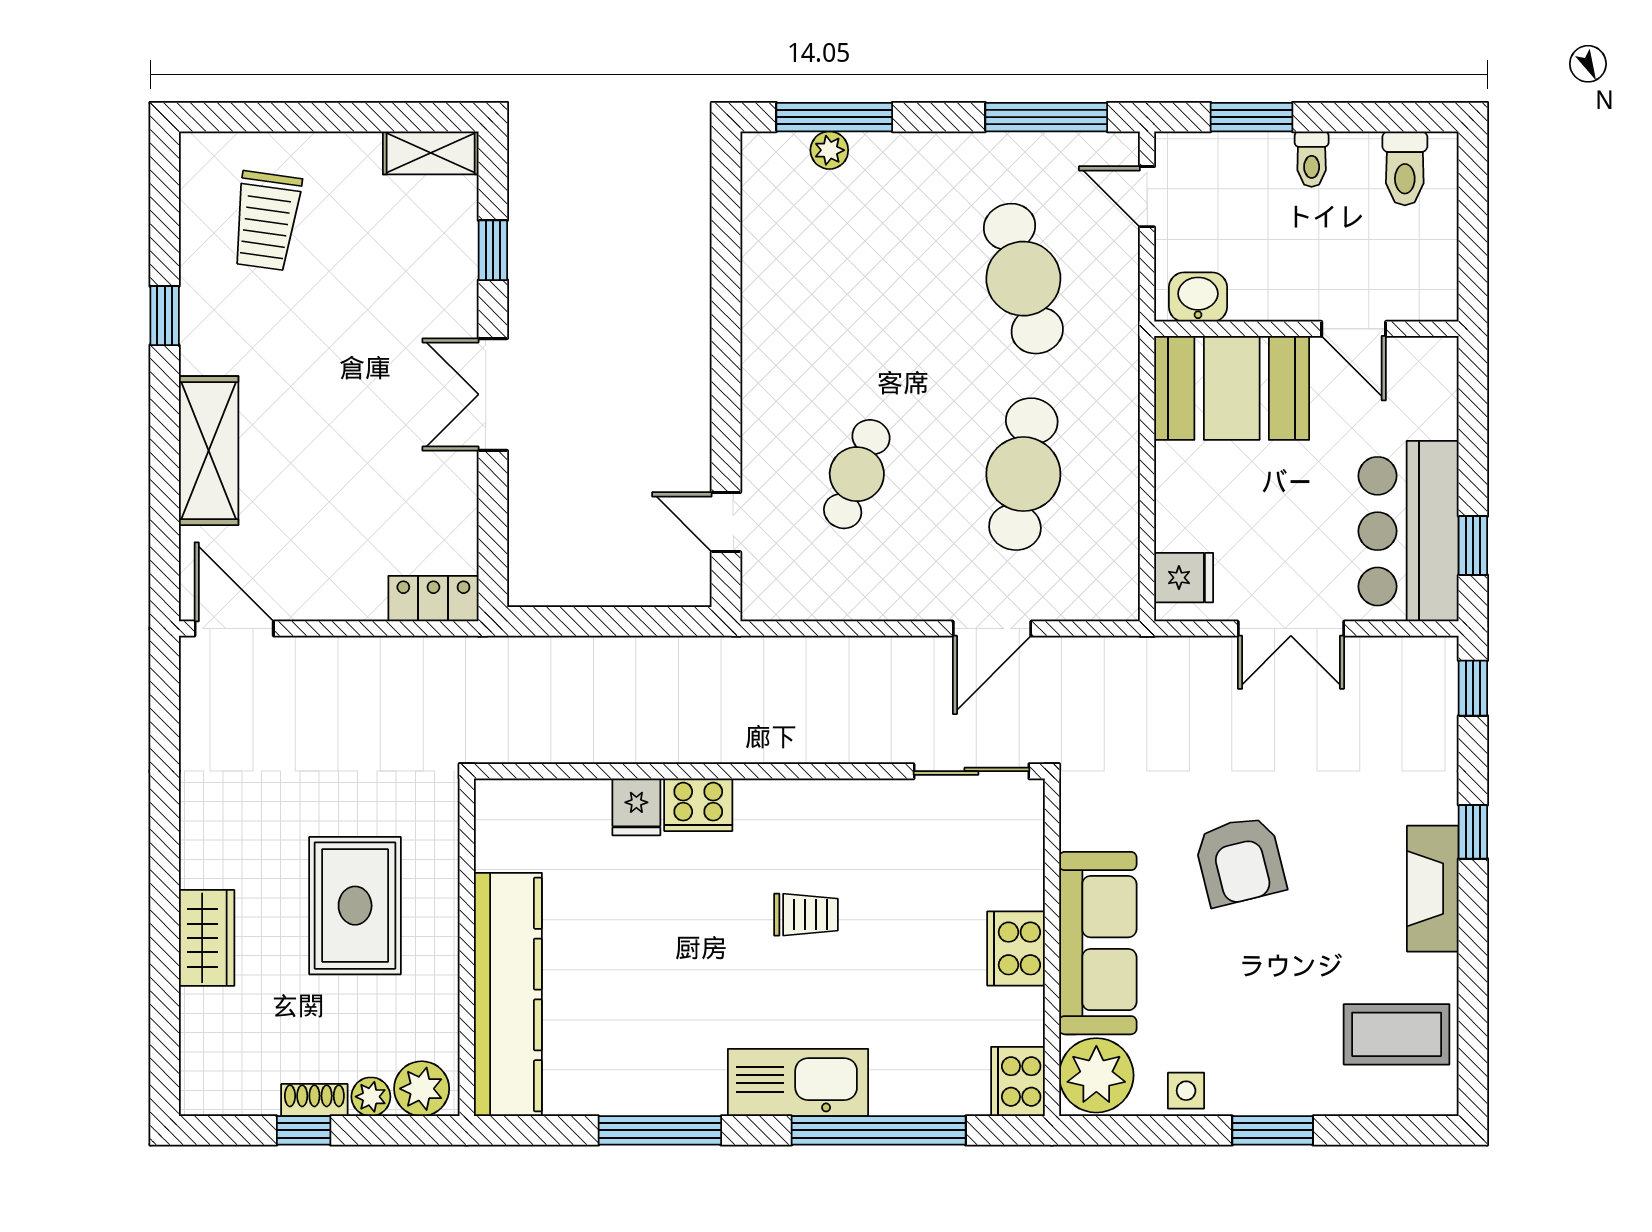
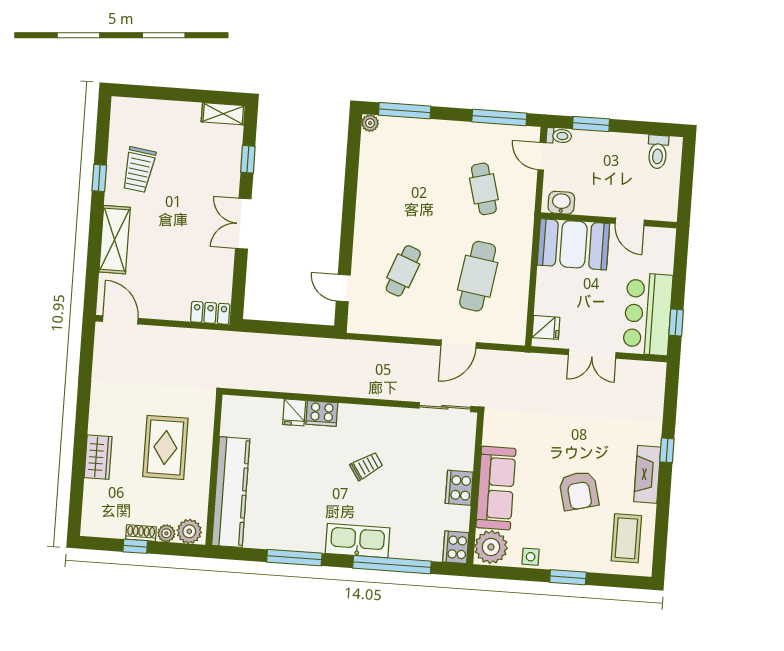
plant: (829, 150) -> (370, 123), moved
toilet: (1312, 159) -> (559, 136), moved, turned -90
trolley: (266, 221) -> (139, 170), moved
cafe table: (1023, 279) -> (484, 189), width x0.73, depth x0.74
window: (1473, 688) -> (672, 386), removed
armchair: (1240, 861) -> (579, 491), moved
trolley: (806, 915) -> (366, 466), turned -33
coffee table: (1397, 1034) -> (626, 538), turned 90

